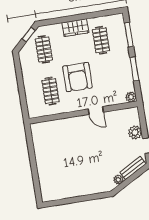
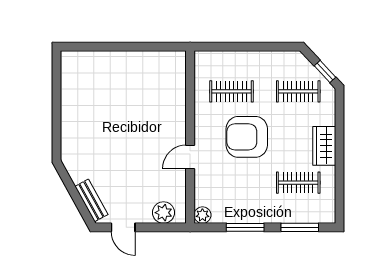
plant: (135, 132) -> (164, 213), moved
plant: (118, 180) -> (77, 175), removed

